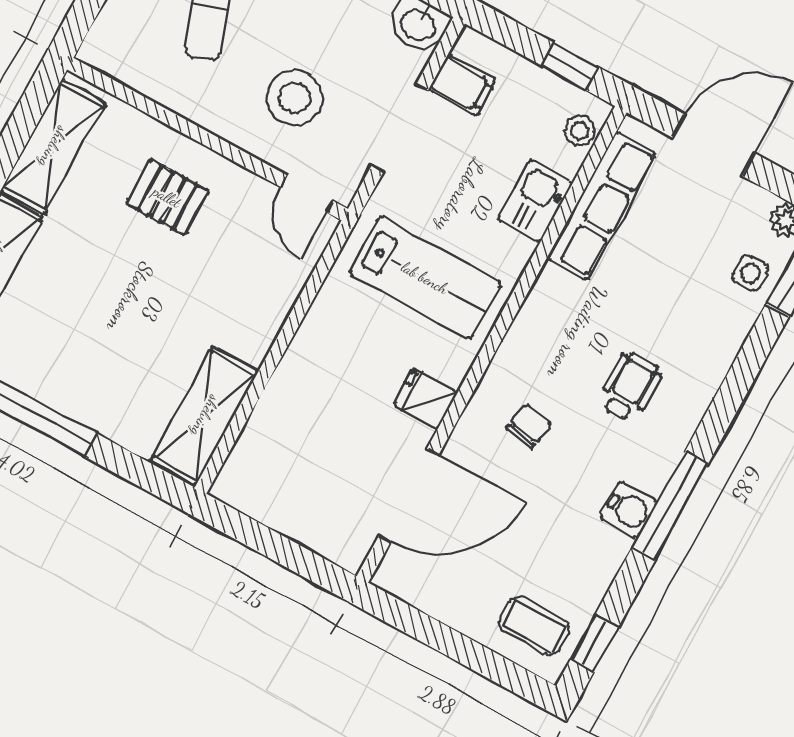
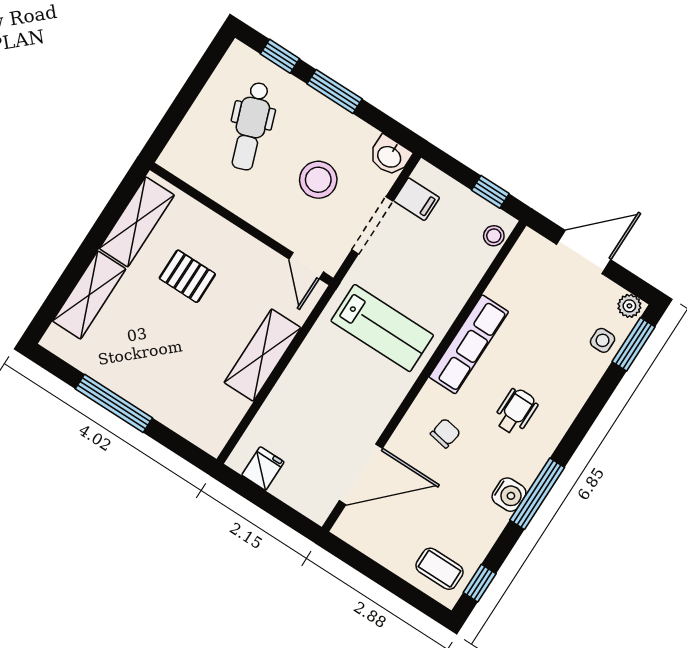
stool: (295, 98) -> (318, 180), moved
pallet: (167, 197) -> (187, 276), moved
kitchen sink: (535, 201) -> (460, 281), removed
row of seats: (602, 206) -> (469, 344), moved
fridge: (426, 399) -> (263, 469), moved, turned 90
shelving: (205, 416) -> (262, 355), moved

